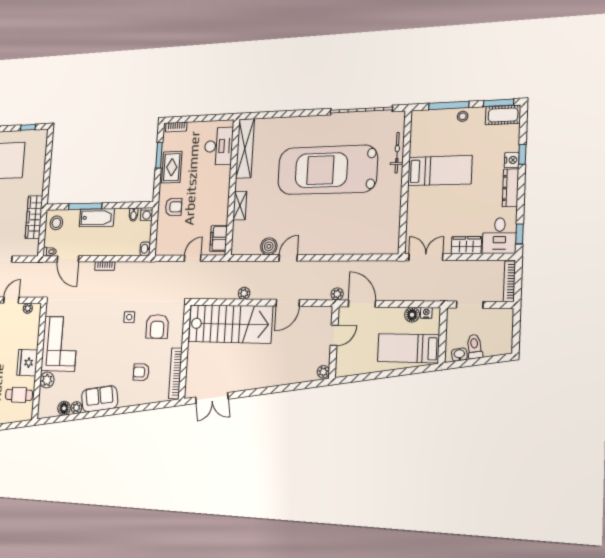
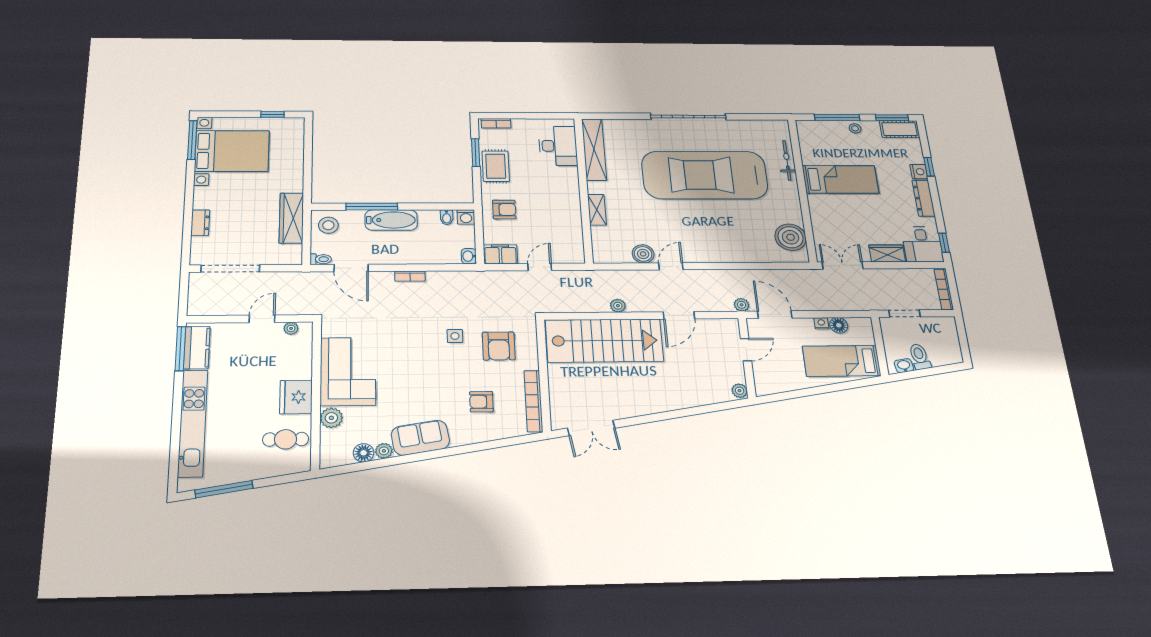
garage door: (361, 110) -> (688, 117), moved
boiler: (387, 230) -> (791, 237), added
filing cabinet: (219, 238) -> (500, 254), moved, turned 90
nightstand: (426, 313) -> (821, 323), moved

